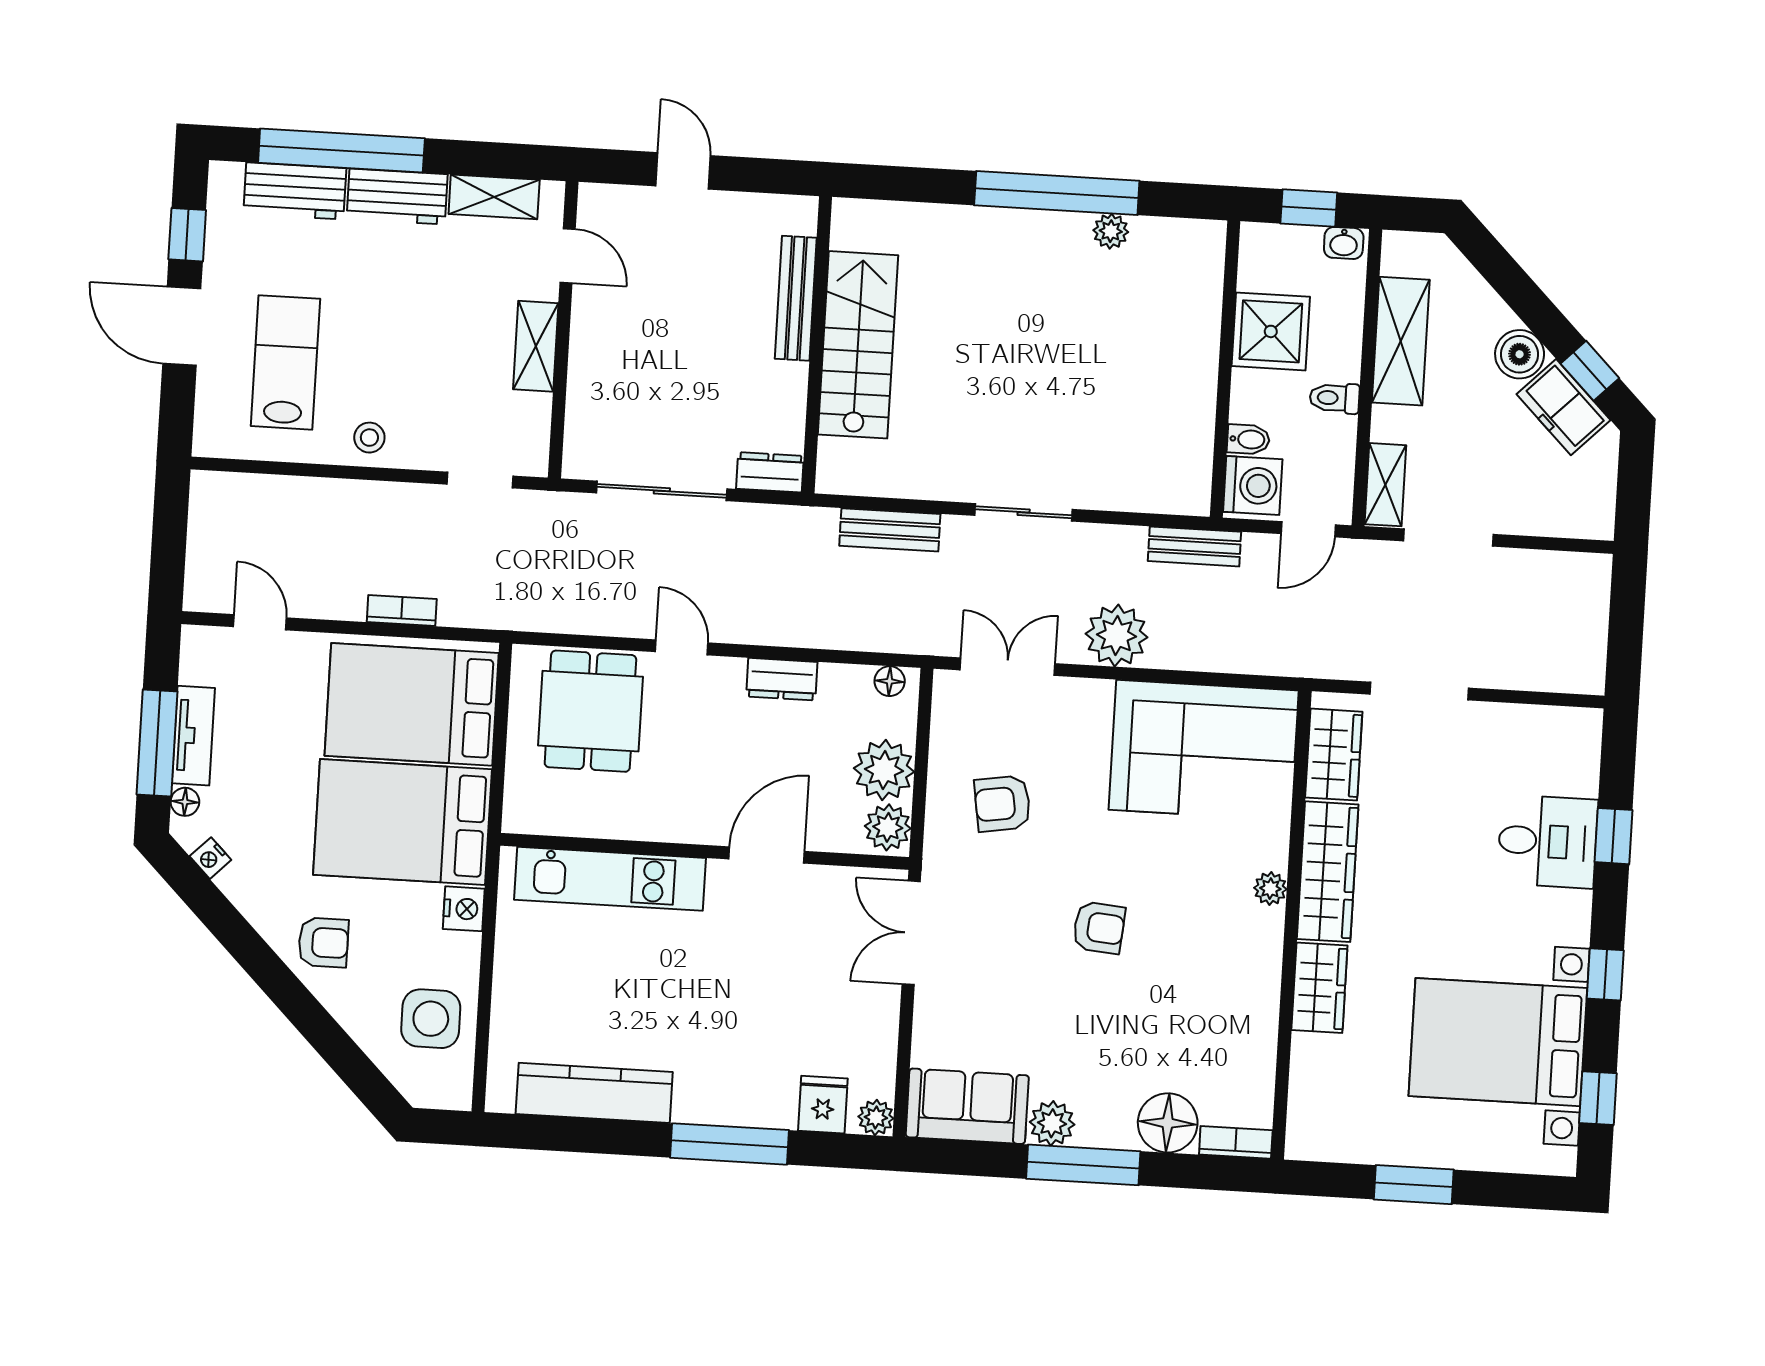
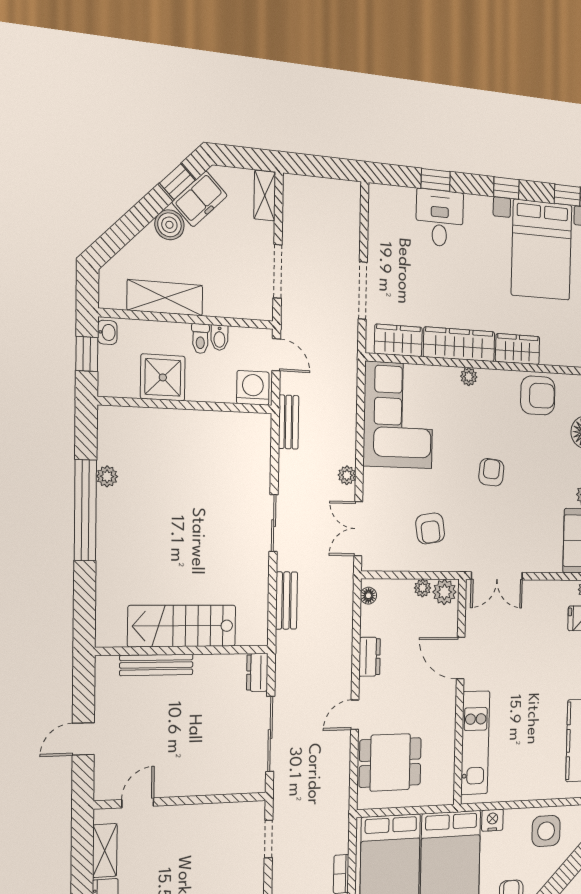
shelving: (536, 346) -> (192, 816), removed
bidet: (1248, 439) -> (219, 338), moved, turned 180
shelving: (1385, 485) -> (265, 196), moved, turned 90
plant: (1117, 635) -> (347, 475), width x0.53, depth x0.53
plant: (884, 770) -> (423, 588), width x0.53, depth x0.53
armchair: (1236, 1026) -> (538, 395), added

